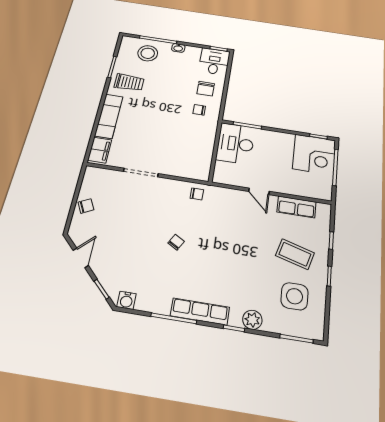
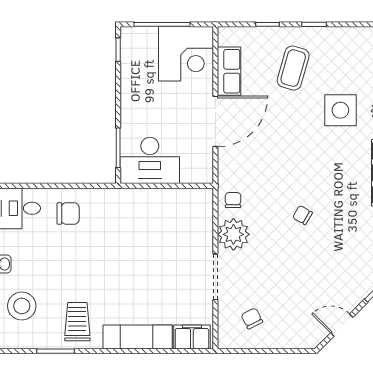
chair: (199, 110) -> (105, 217), removed
corner desk: (314, 154) -> (186, 54), moved, turned 90
plant: (171, 190) -> (233, 234), added
door: (259, 191) -> (215, 121), width x1.88
chair: (86, 206) -> (252, 318), moved
side table: (295, 296) -> (340, 110), moved

